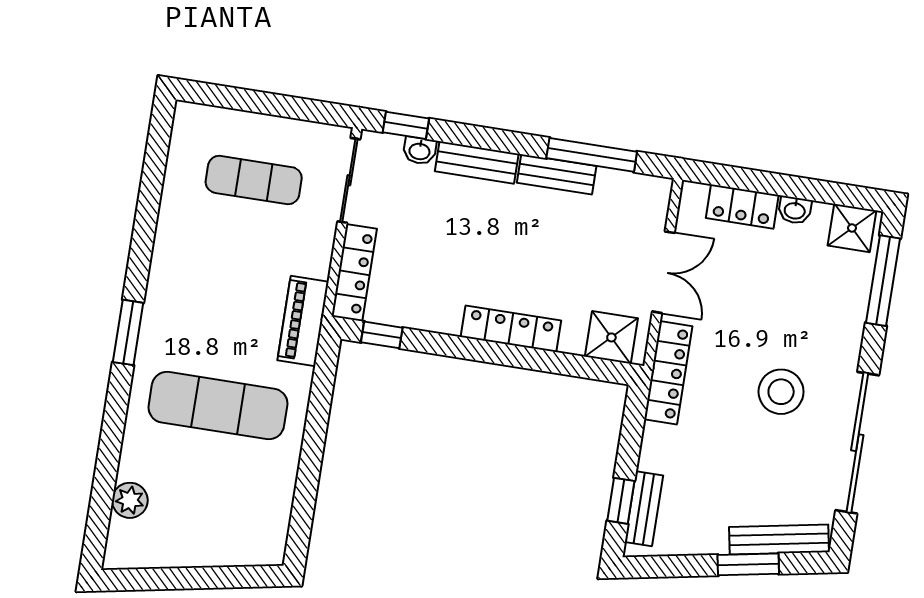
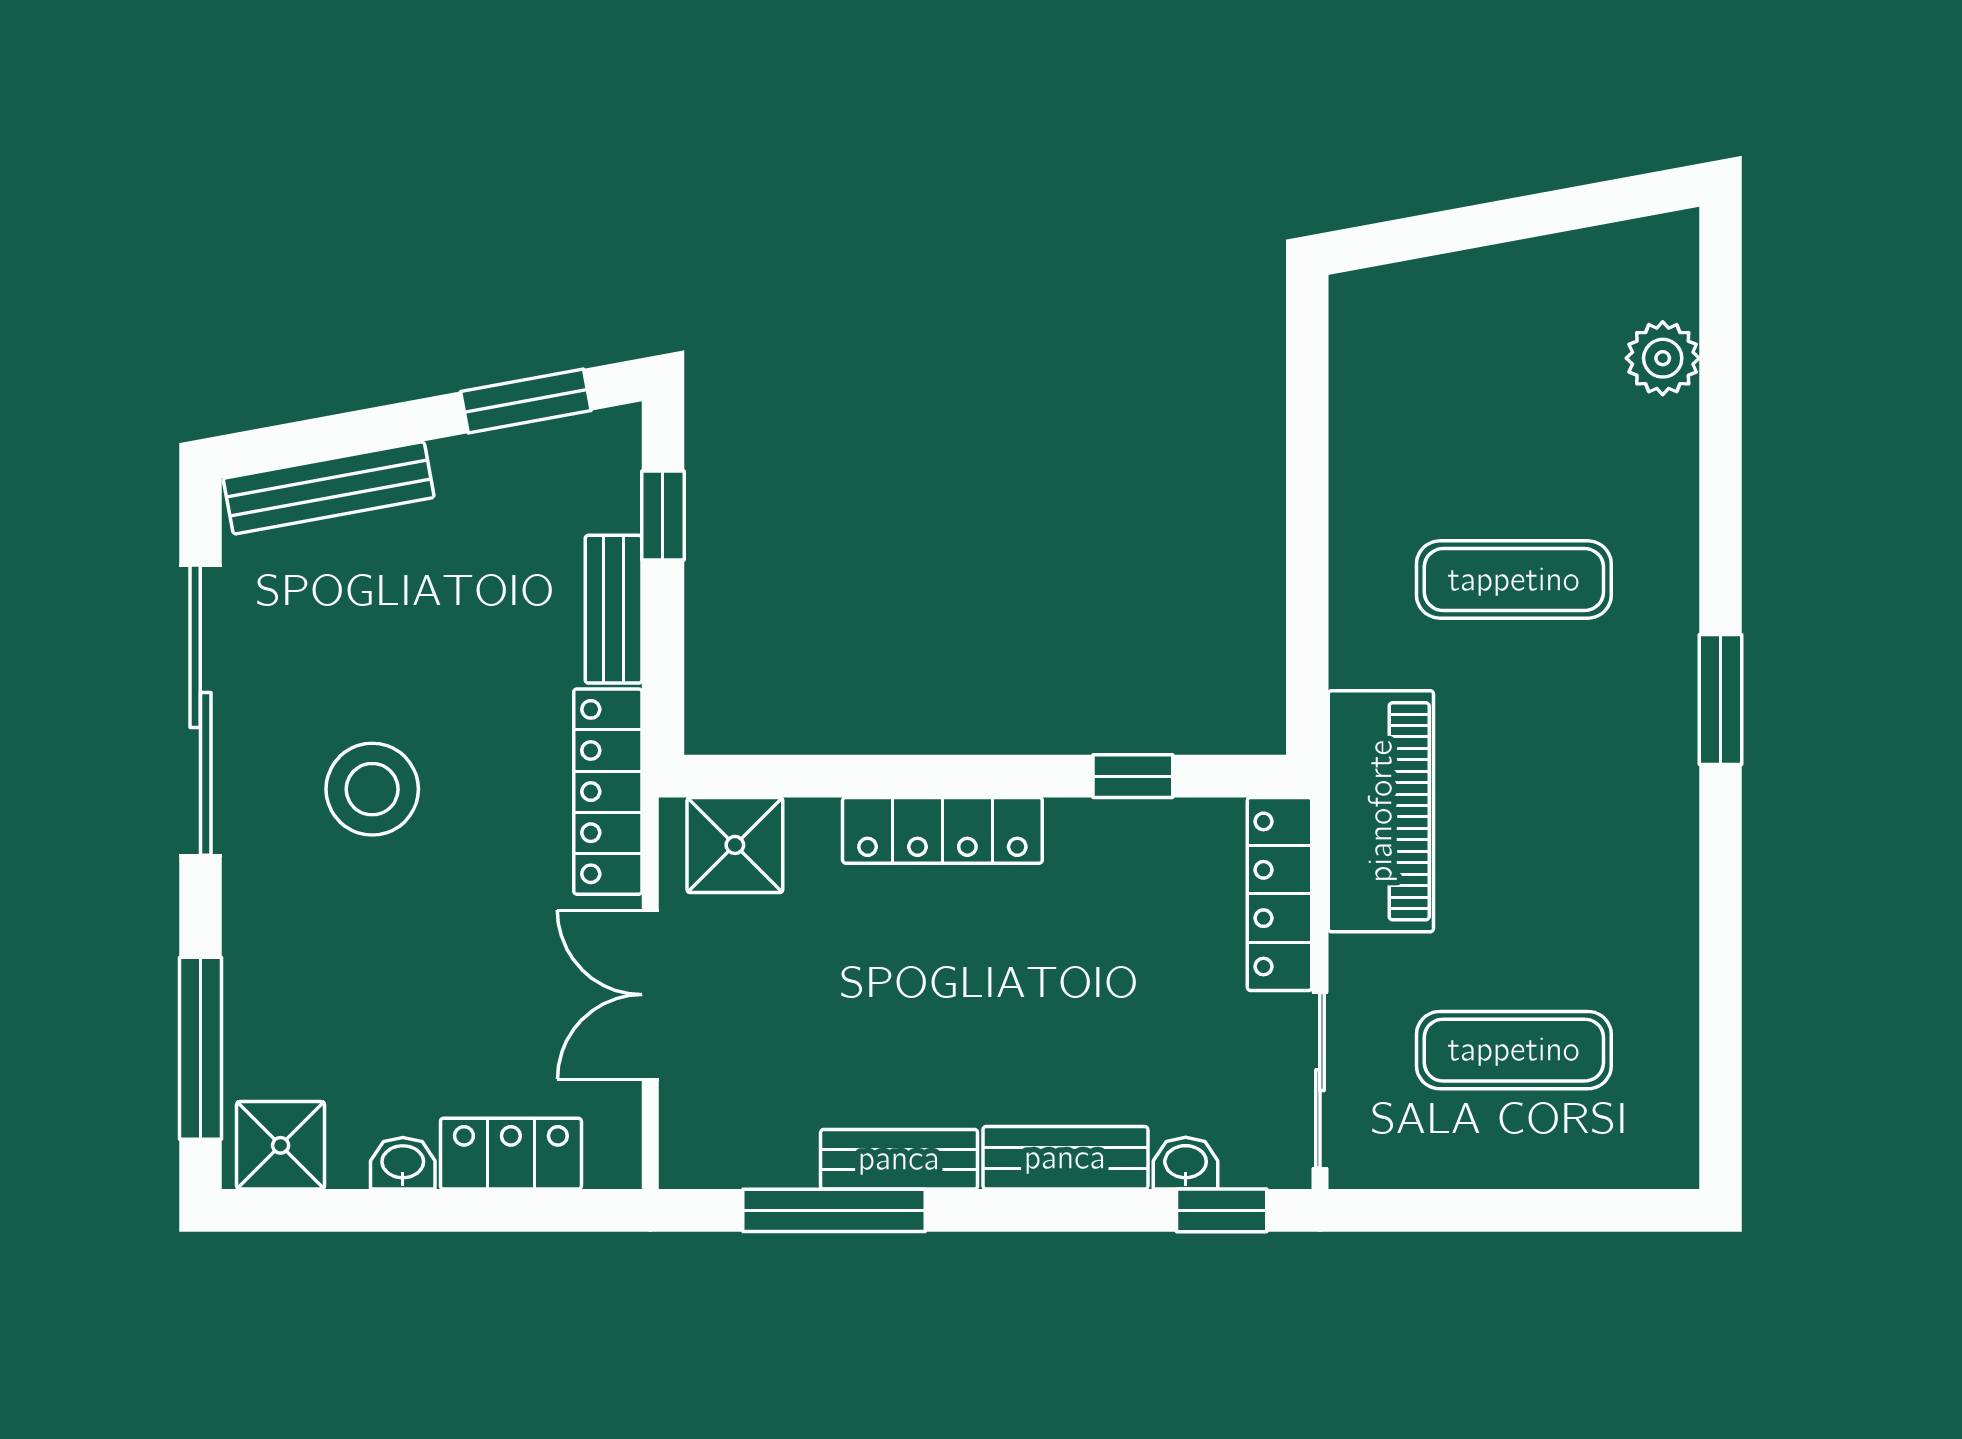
piano: (303, 321) -> (1381, 811), width x1.37, depth x1.33
window: (382, 335) -> (1133, 776), moved
exercise mat: (218, 406) -> (1514, 580), width x0.73, depth x0.69
bench: (644, 509) -> (614, 609), moved
window: (748, 564) -> (526, 401), moved

